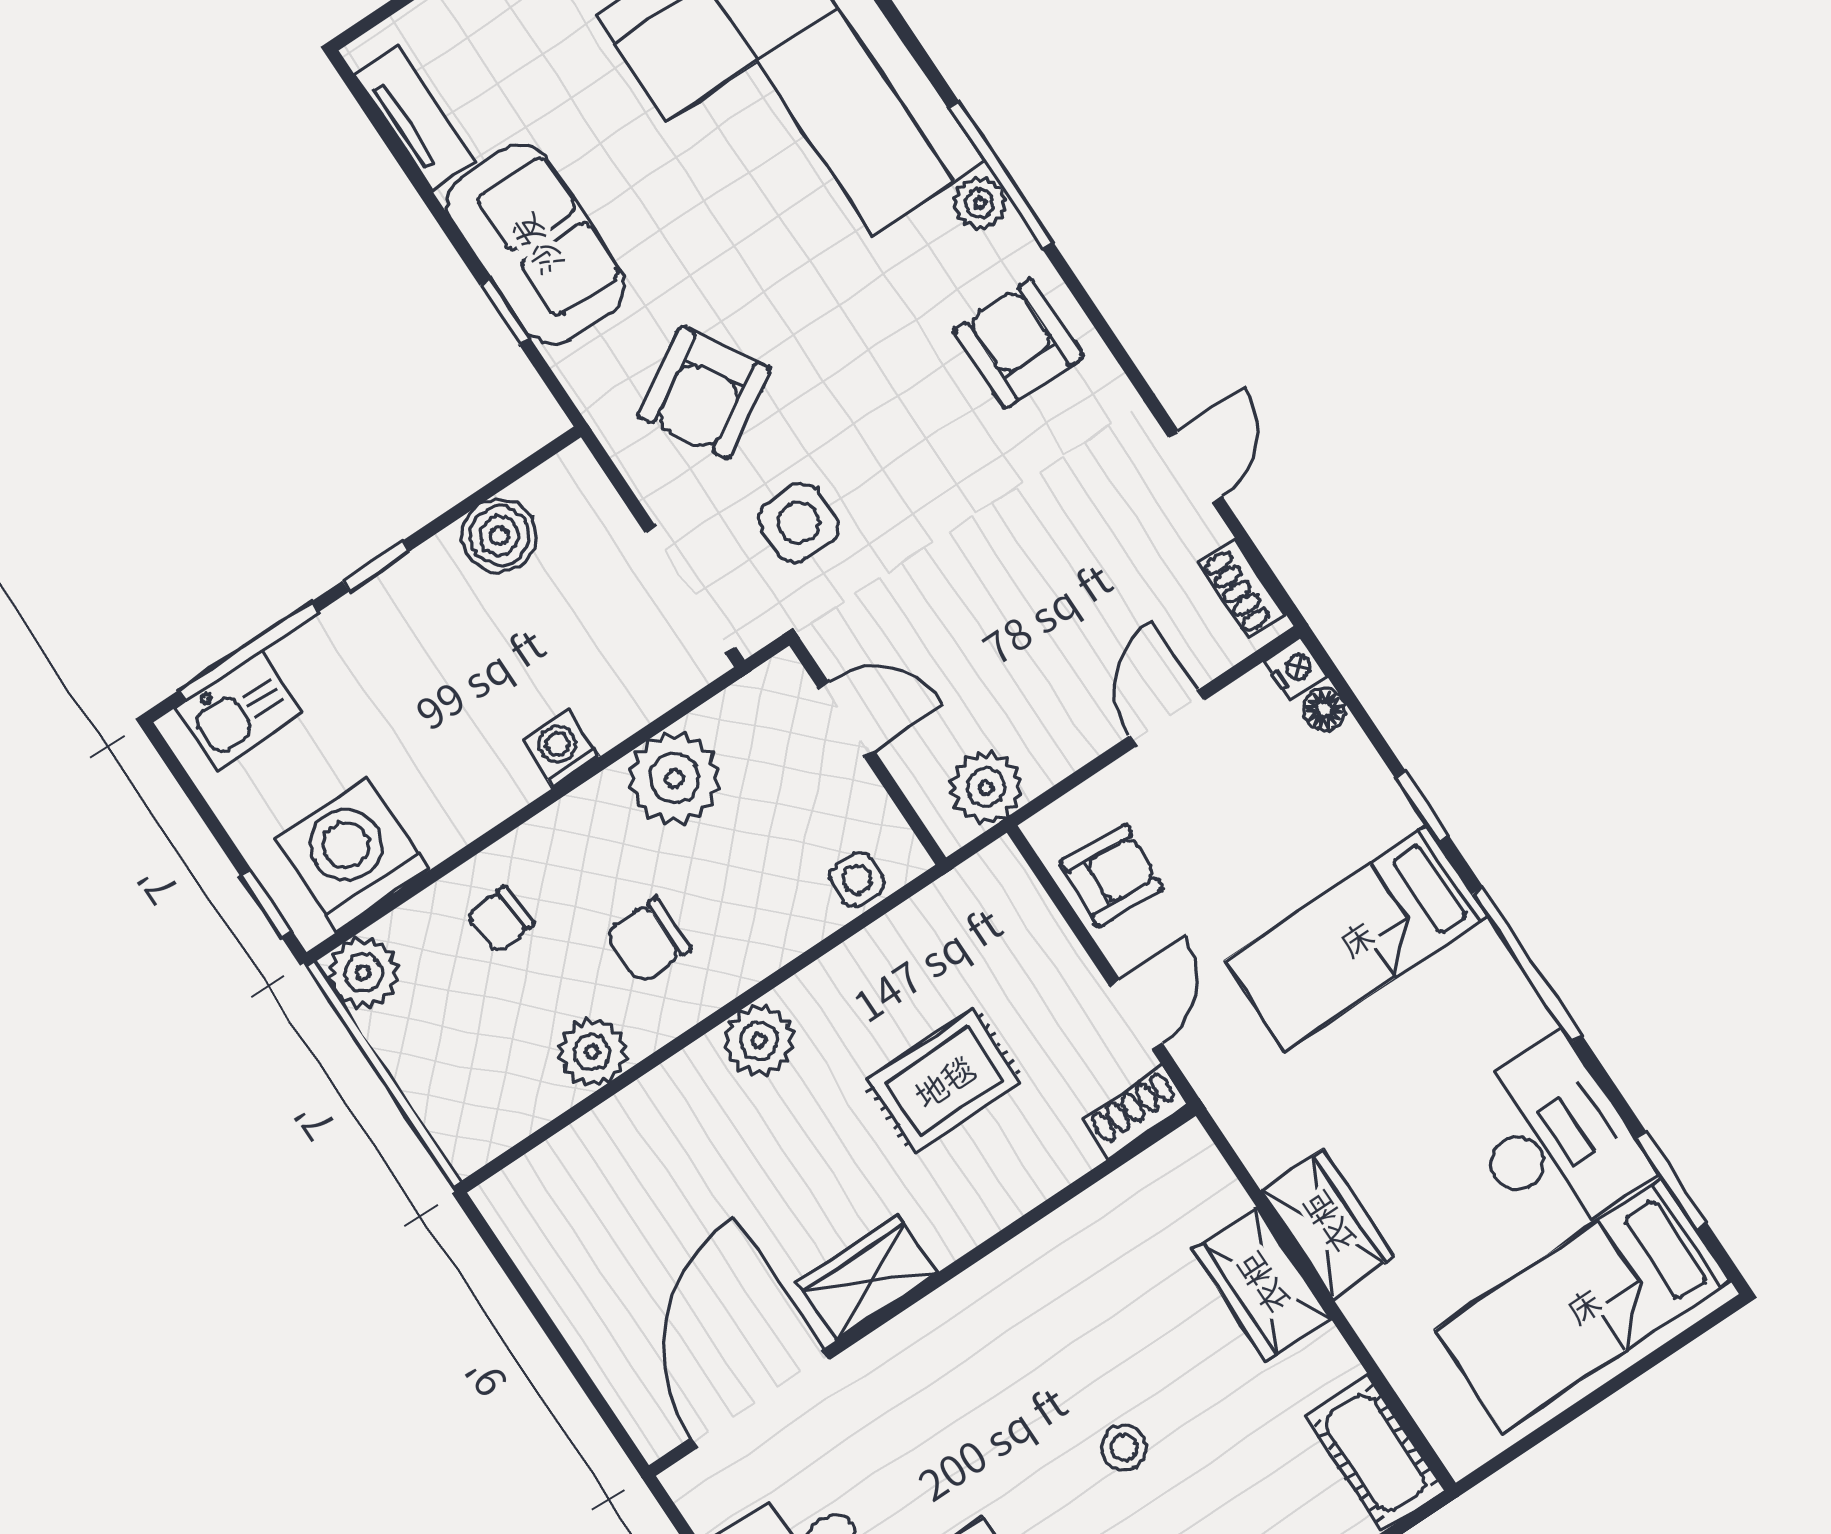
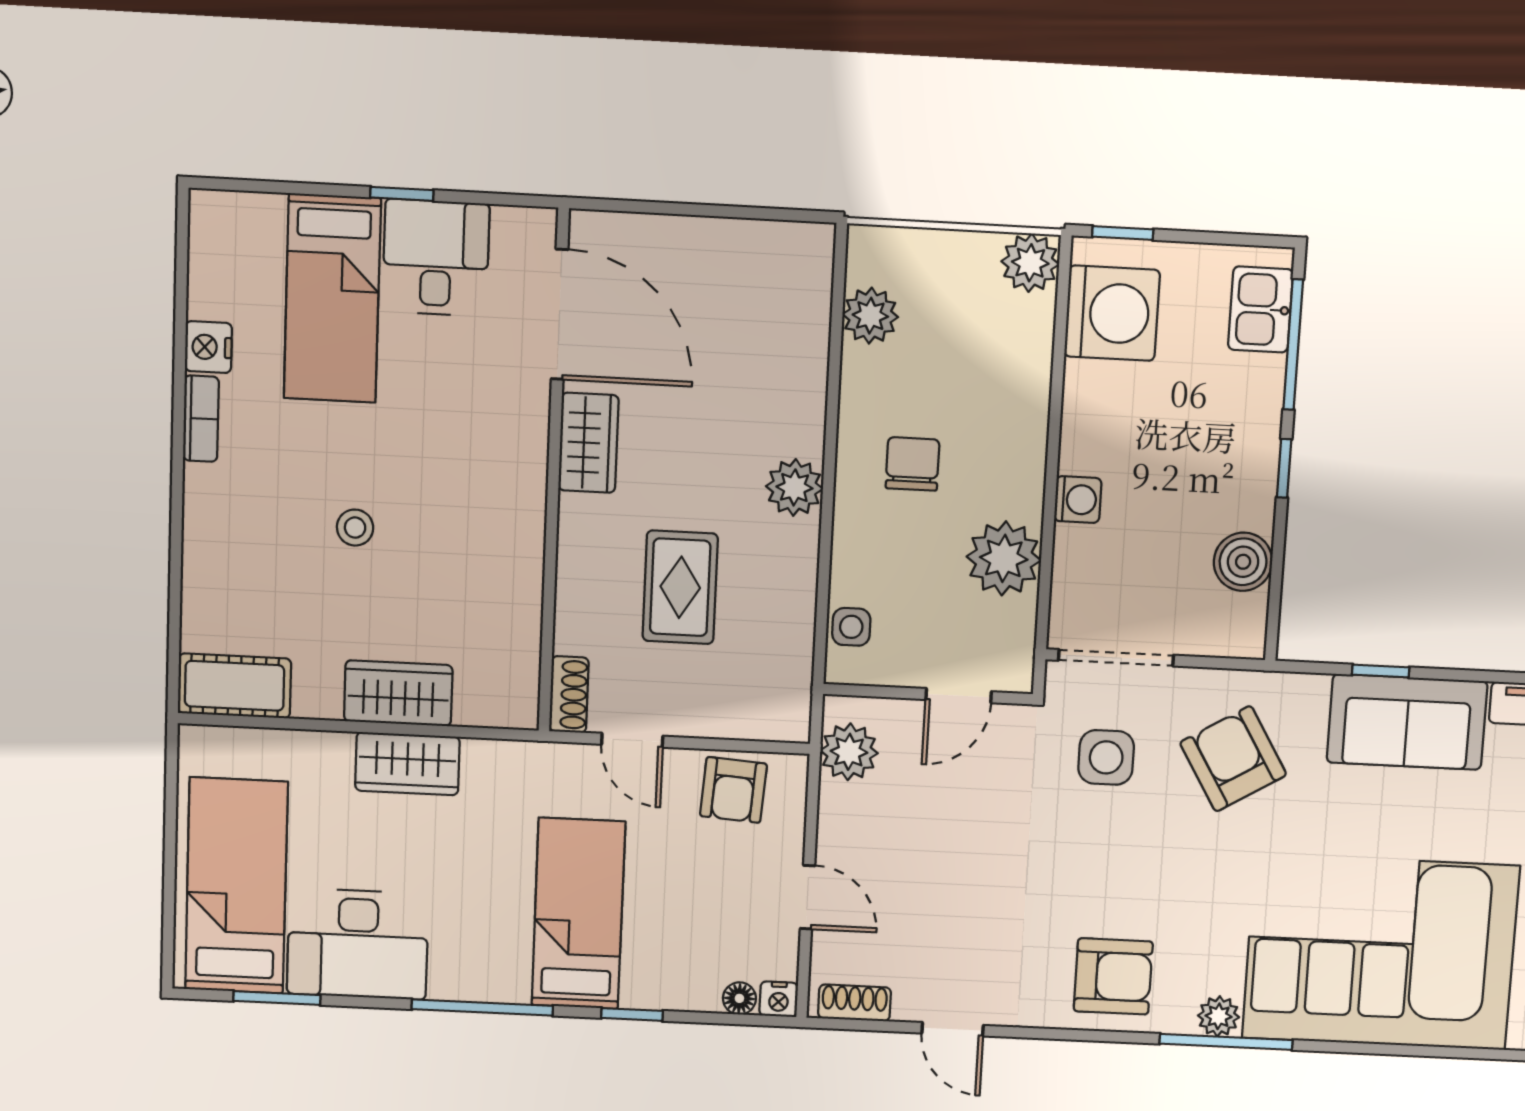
chair: (501, 920) -> (997, 378), removed
plant: (592, 1052) -> (870, 316), moved

